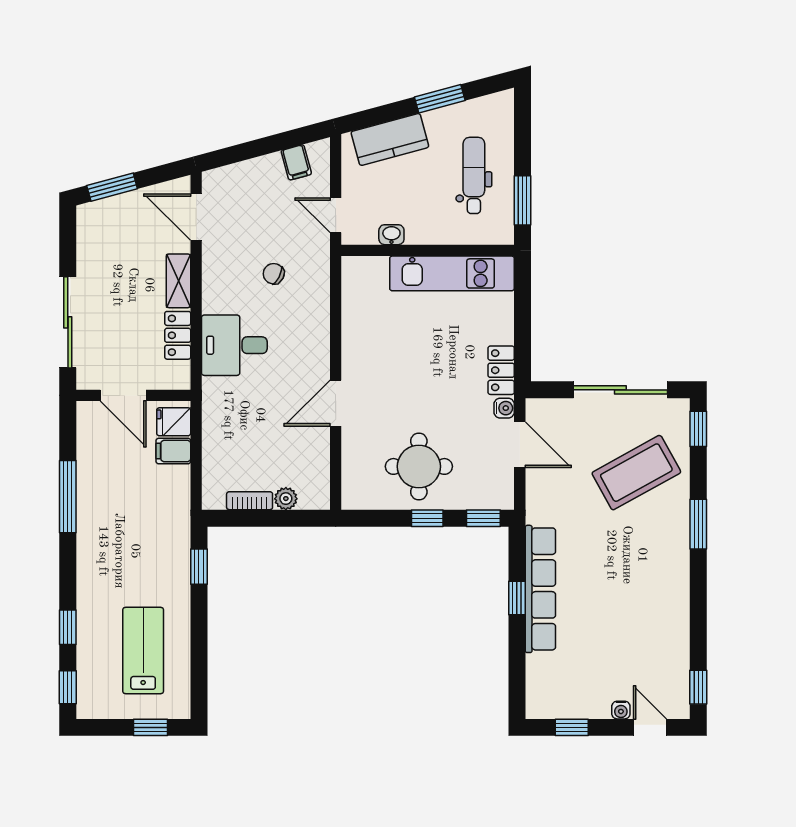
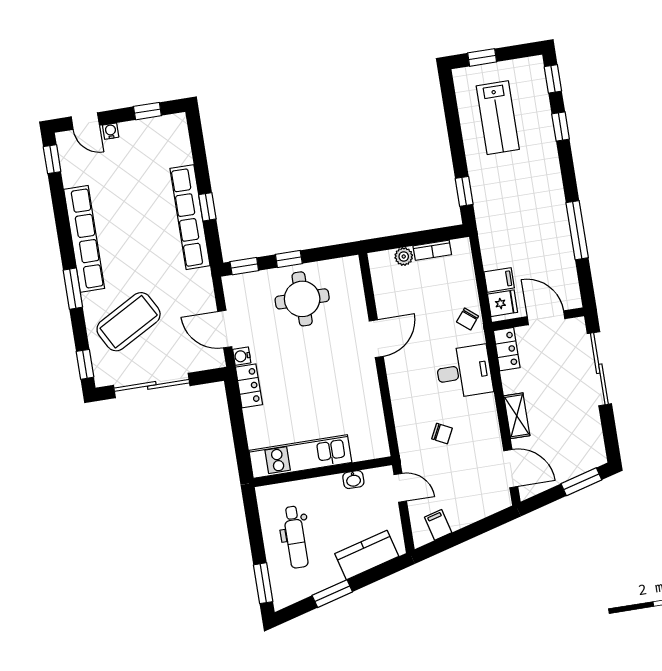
window: (522, 200) -> (263, 583), moved
locker: (178, 335) -> (507, 349), moved
chair: (220, 409) -> (468, 319), added
row of seats: (675, 583) -> (84, 239), added

